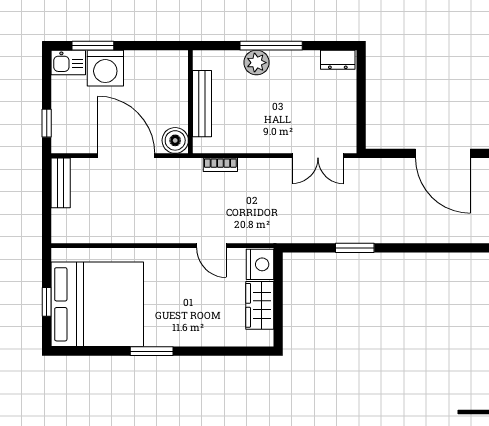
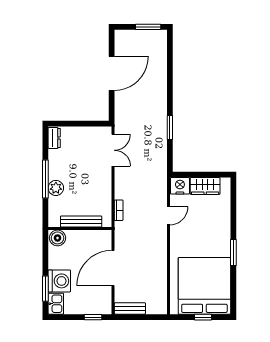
boiler: (175, 140) -> (58, 238), moved

